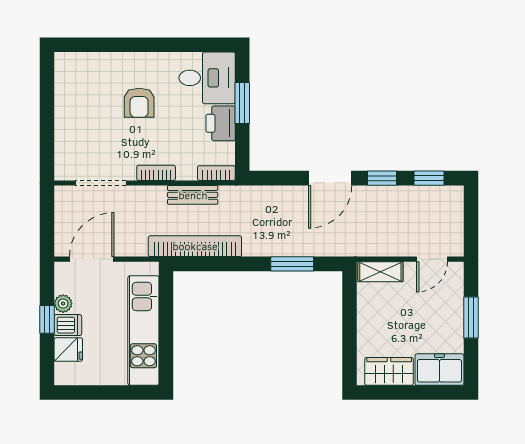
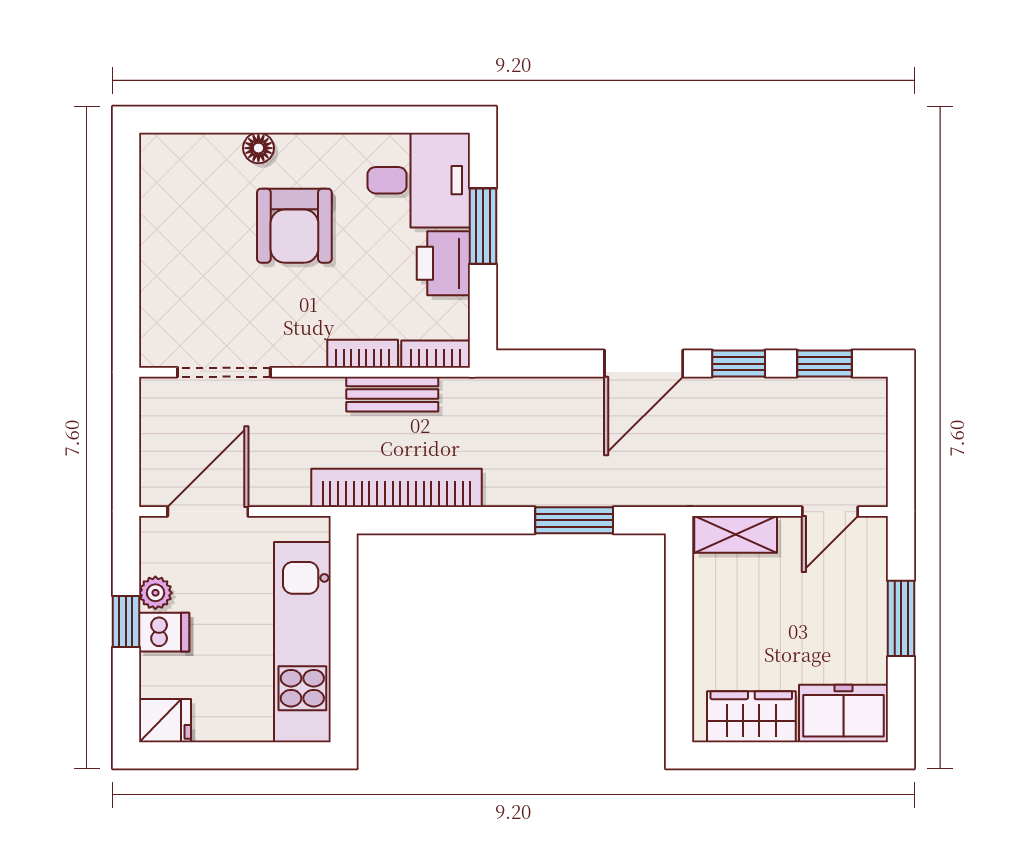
floor lamp: (119, 60) -> (258, 148), added
armchair: (139, 103) -> (294, 226), width x1.38, depth x1.38
bookcase: (156, 173) -> (363, 354), moved
fridge: (68, 349) -> (165, 721), moved

